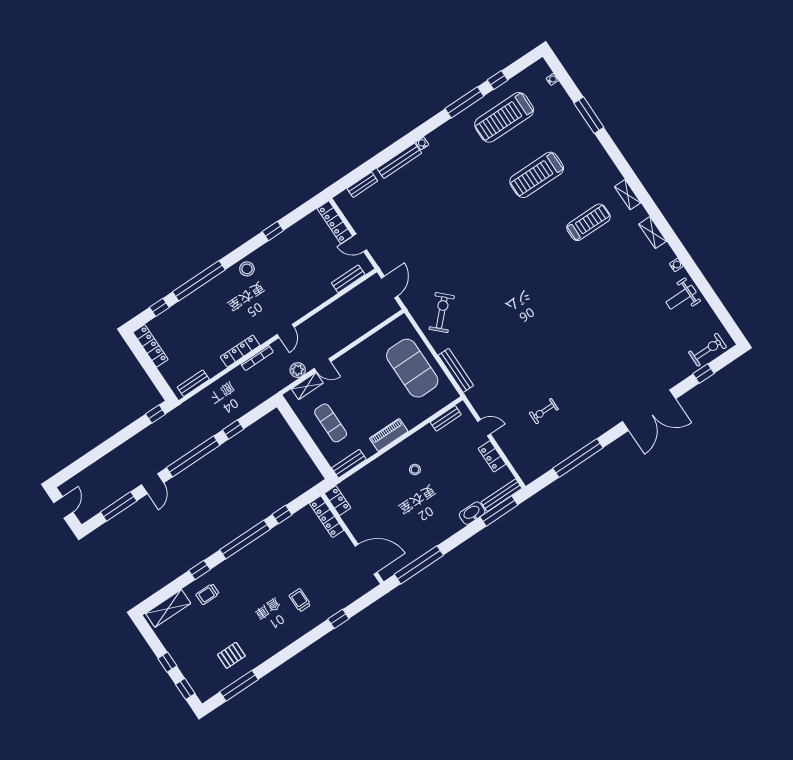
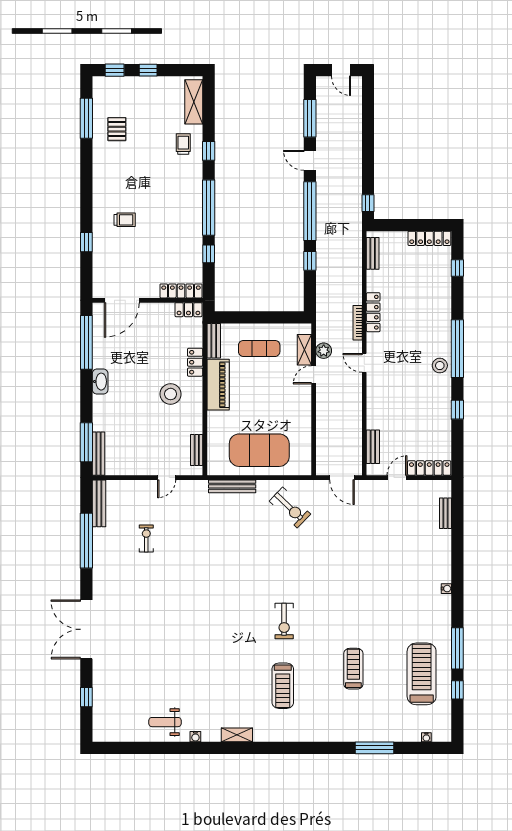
bench: (399, 161) -> (99, 503), moved
treadmill: (537, 175) -> (353, 669), width x0.73, depth x0.73
shelving: (628, 195) -> (284, 735), removed
window: (199, 281) -> (457, 349), moved
weight bench: (681, 297) -> (165, 722), turned -90
exercise bike: (707, 350) -> (284, 621), moved
piano: (389, 435) -> (218, 385), width x1.37, depth x1.33
locker: (492, 456) -> (195, 362), moved, turned -90
stool: (415, 470) -> (171, 394), width x1.89, depth x1.89
washbasin: (472, 513) -> (100, 382), moved

